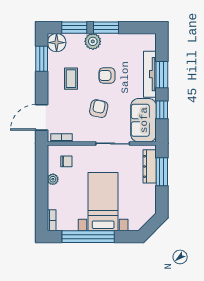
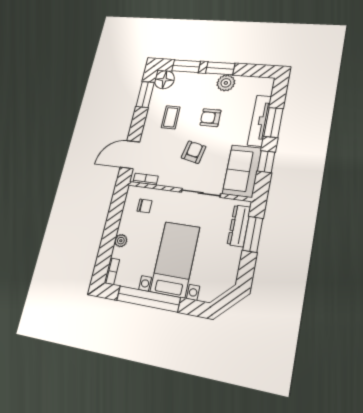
plant: (93, 41) -> (226, 83), moved
plant: (53, 179) -> (121, 241), moved

